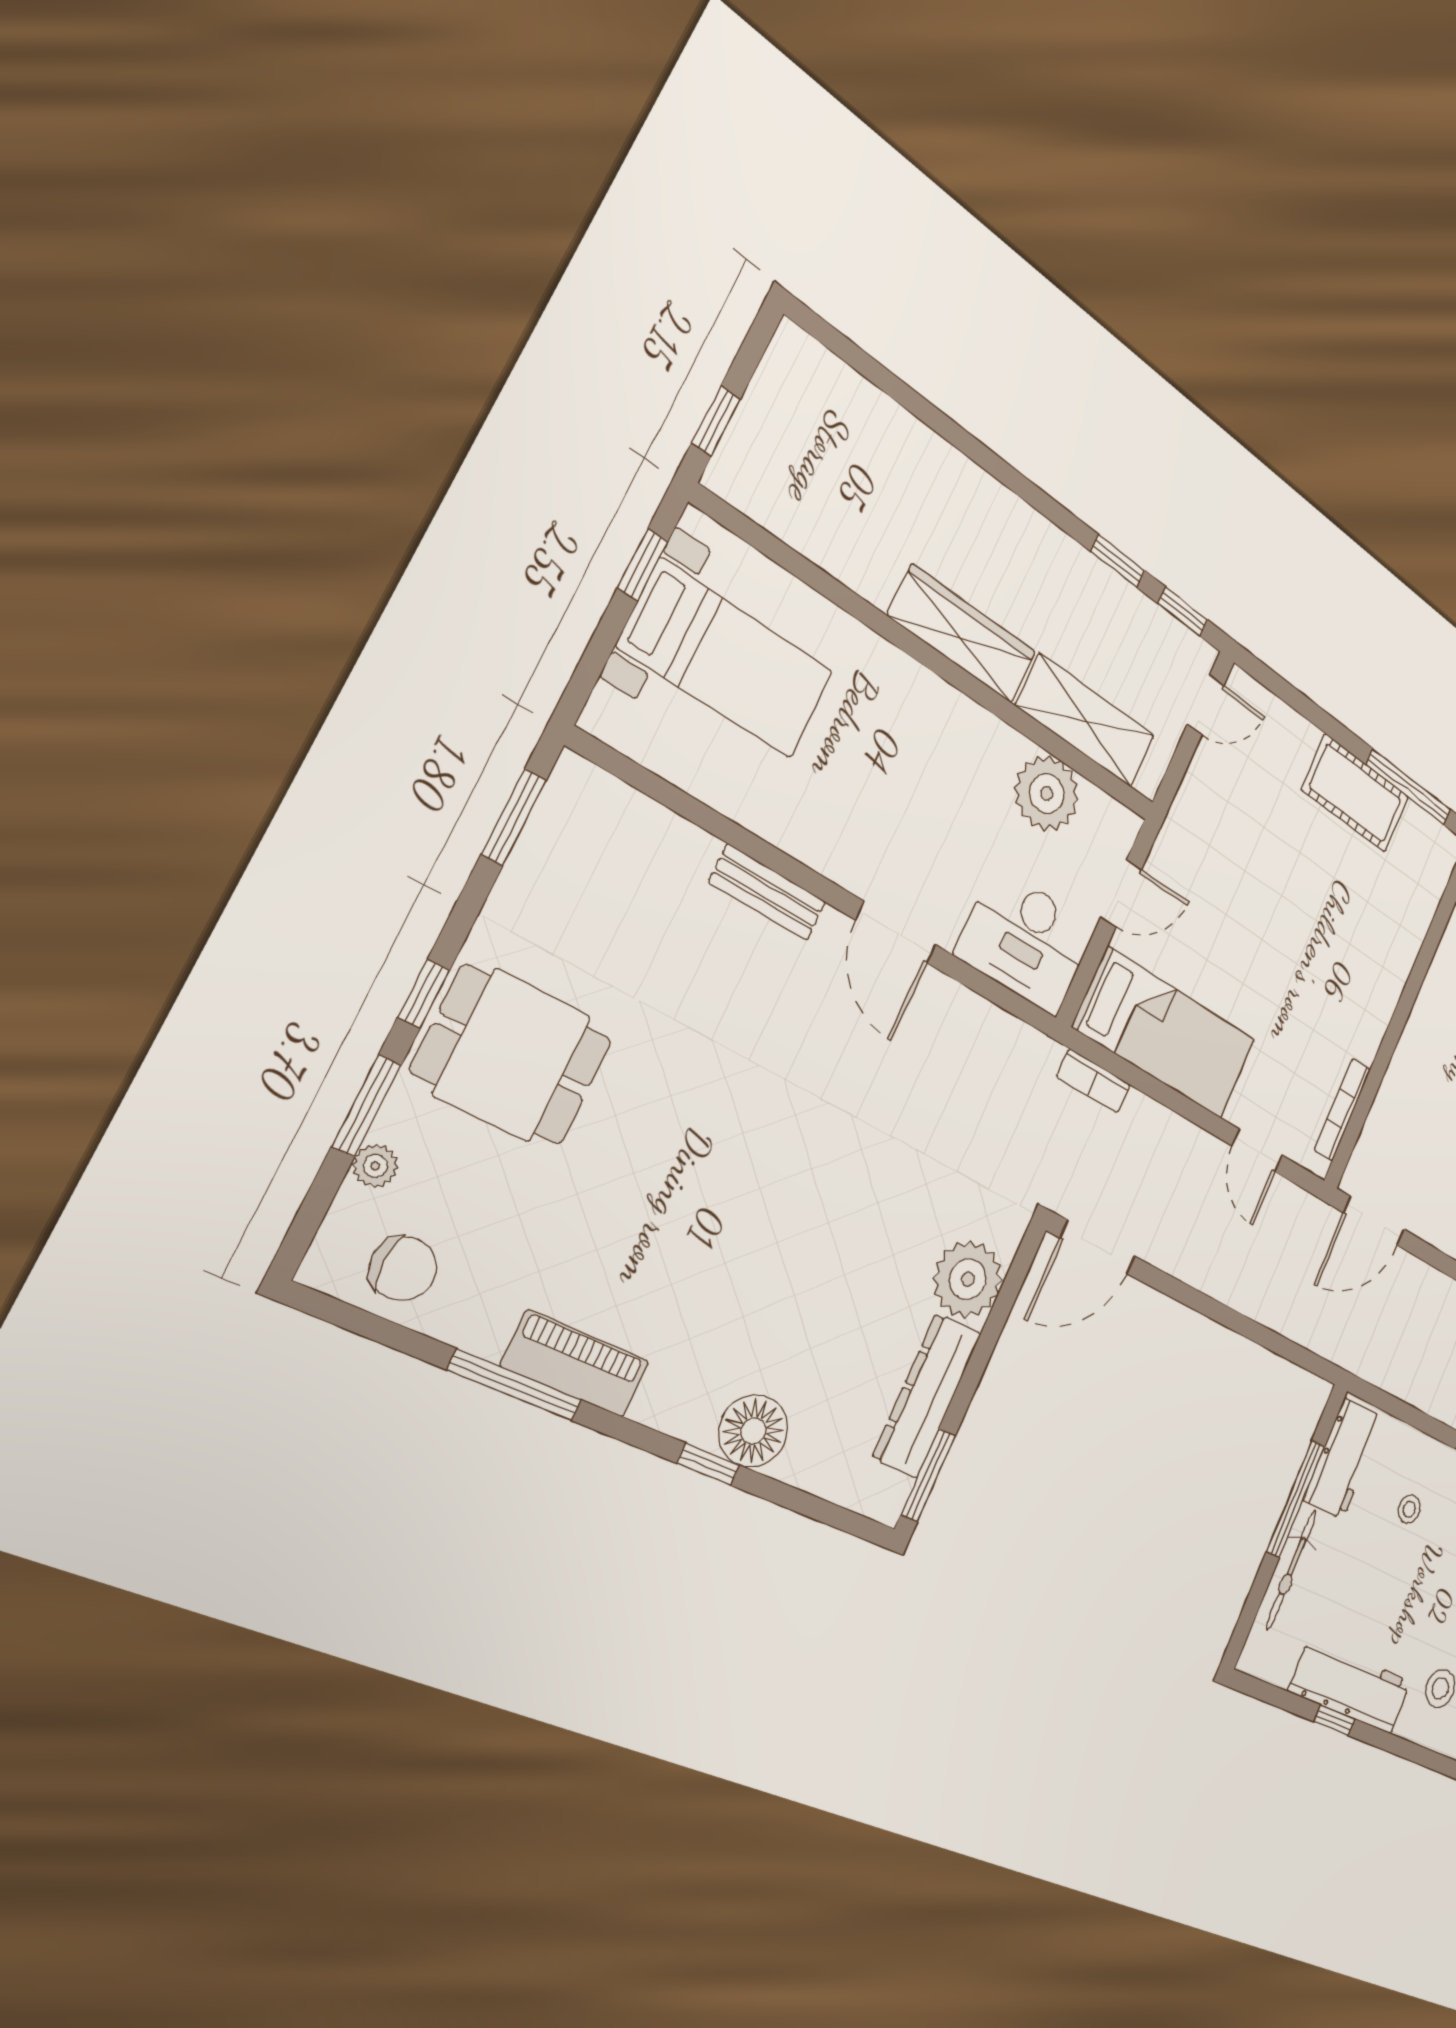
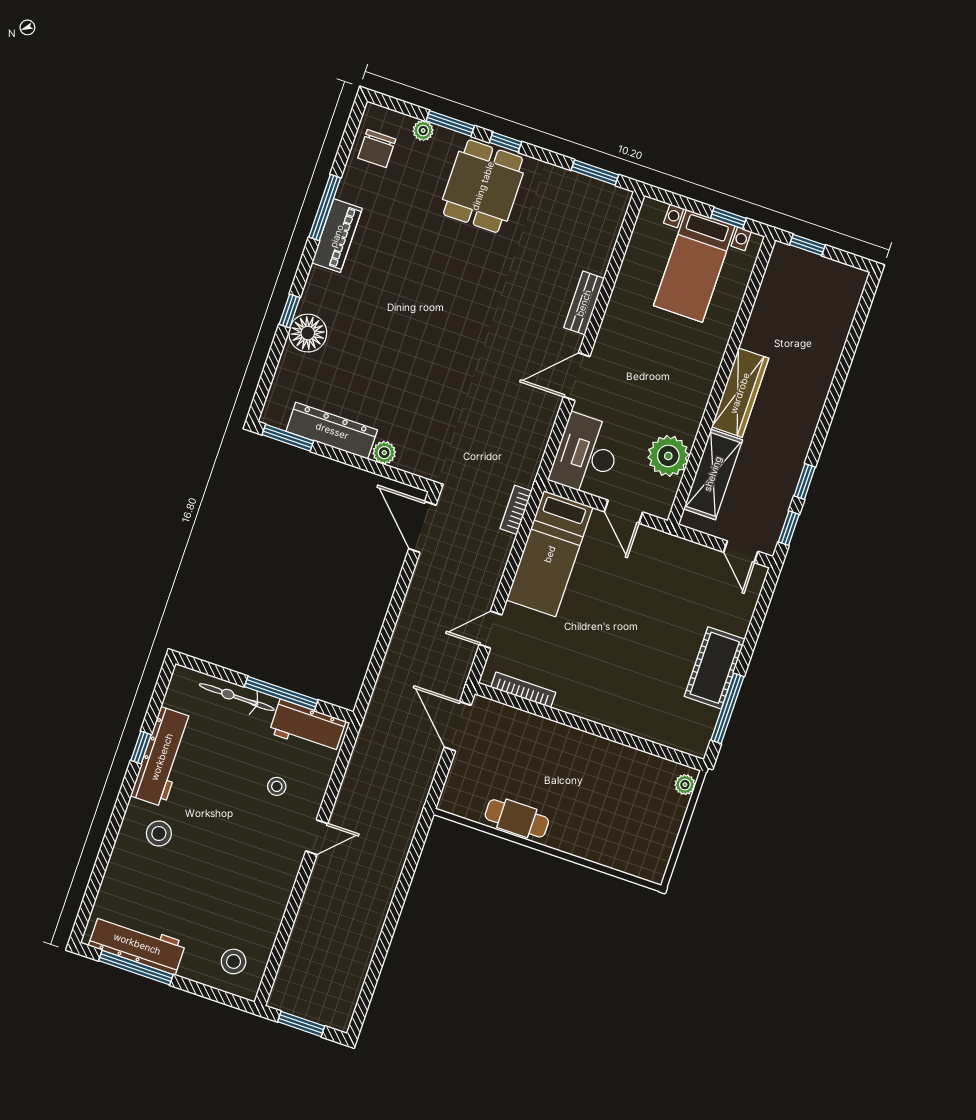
plant: (968, 1279) -> (384, 453), width x0.53, depth x0.53

